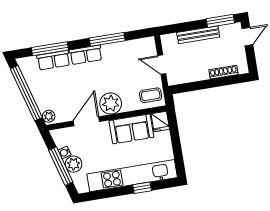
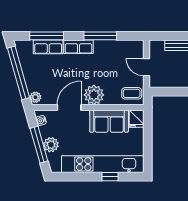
water cooler: (65, 152) -> (41, 121), moved

